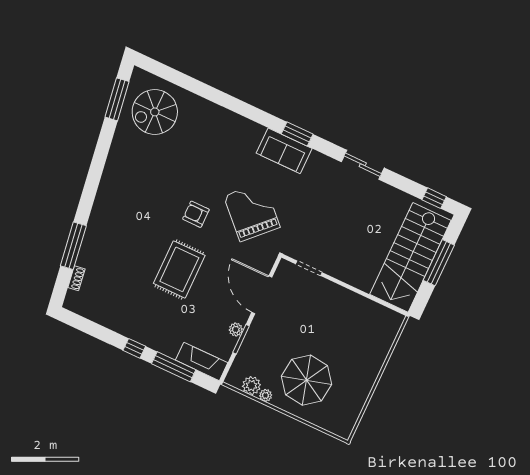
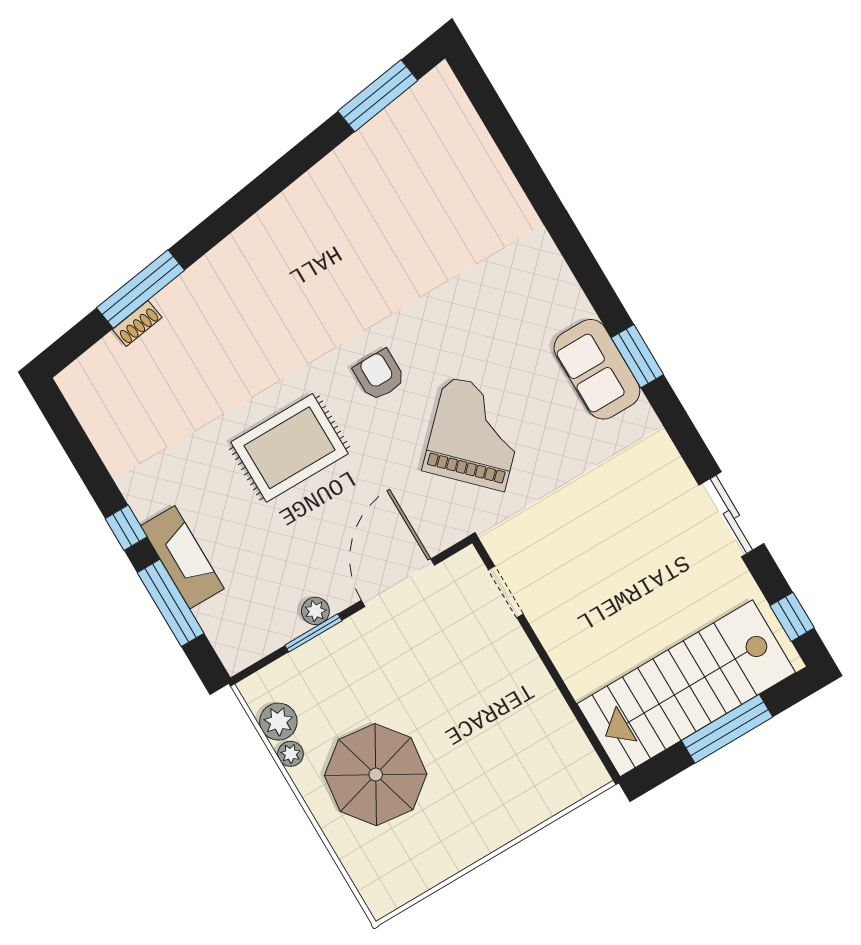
spiral stairs: (155, 112) -> (426, 159), removed
sliding door: (363, 165) -> (731, 514), moved
shoe rack: (76, 278) -> (137, 324), moved
fireplace: (202, 361) -> (182, 557), moved

